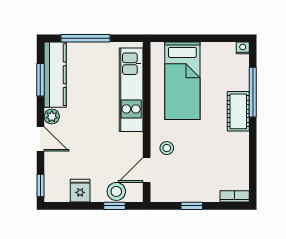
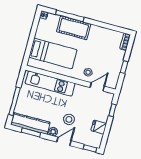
cot: (238, 111) -> (74, 28), width x1.37, depth x1.34
door: (147, 170) -> (97, 87), swing flipped
stool: (116, 191) -> (69, 119), moved

